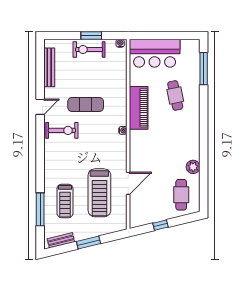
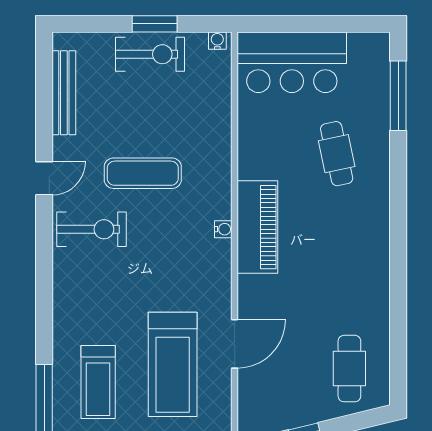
exercise bike: (89, 49) -> (150, 54), turned 180
piano: (139, 108) -> (257, 227), moved
plant: (193, 167) -> (375, 308), removed

